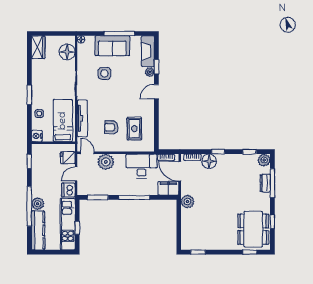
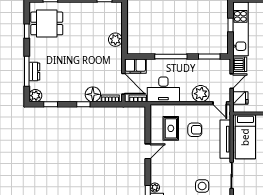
door: (156, 92) -> (148, 151), moved
plant: (187, 202) -> (115, 40), moved
dining table: (253, 229) -> (47, 23), width x0.73

